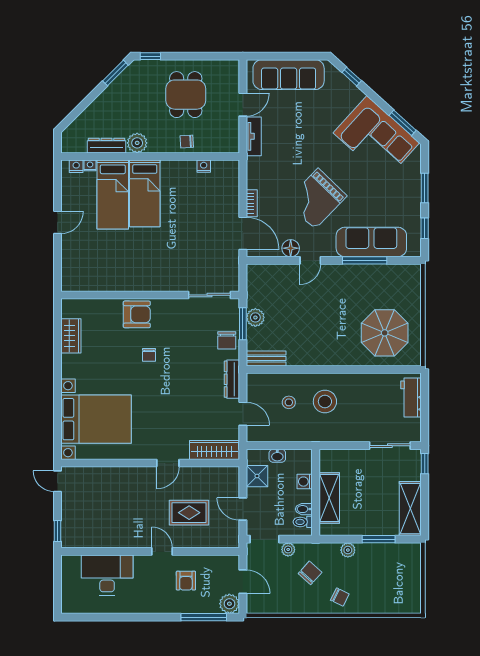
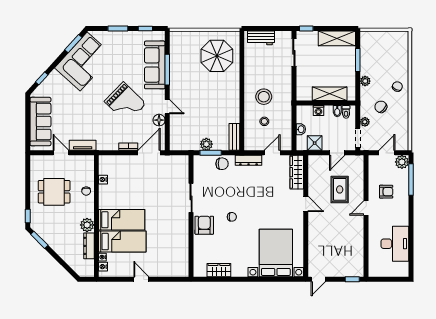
sliding door: (209, 295) -> (191, 198), moved
desk: (107, 575) -> (395, 244), moved, turned 180

